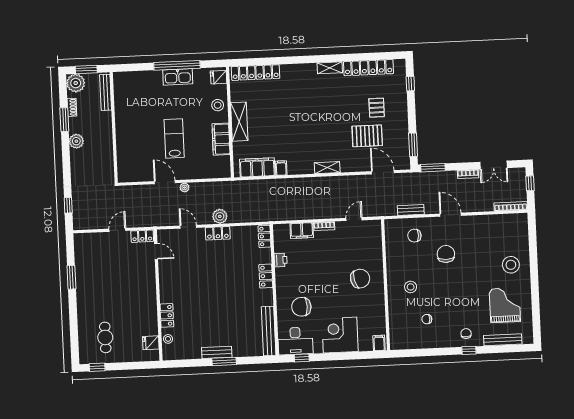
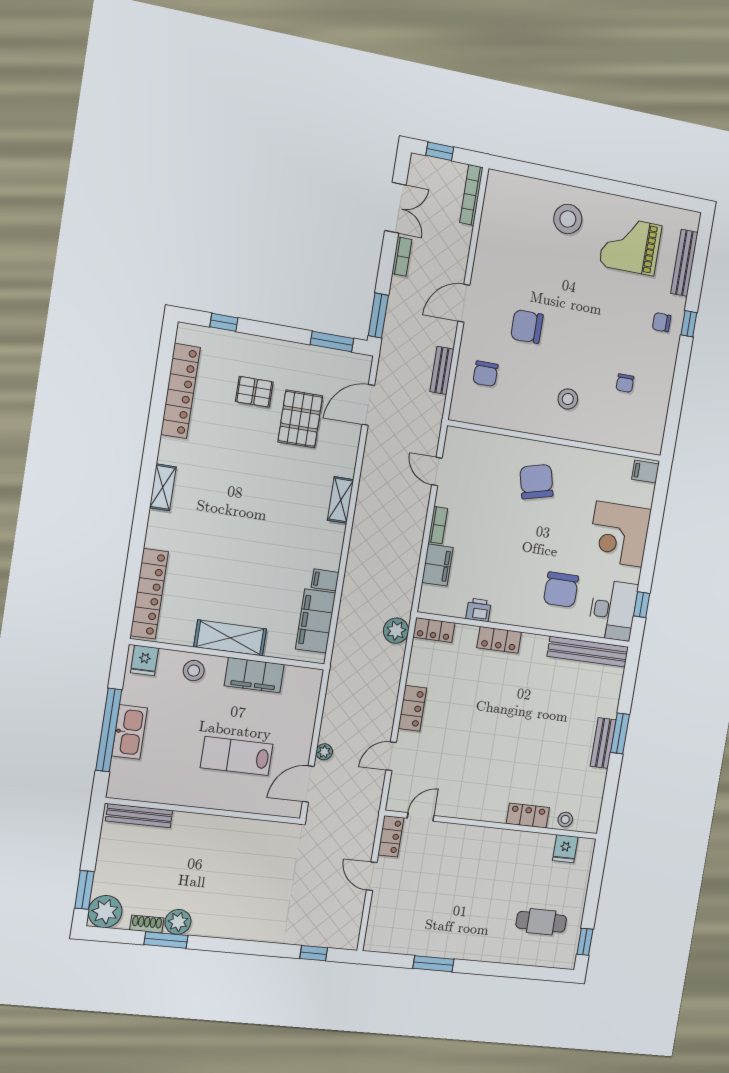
shelving: (330, 68) -> (163, 487), moved
bench: (106, 92) -> (139, 816), moved
wall: (114, 127) -> (204, 811), moved
plant: (76, 141) -> (178, 922), moved
plant: (220, 216) -> (396, 631), moved

